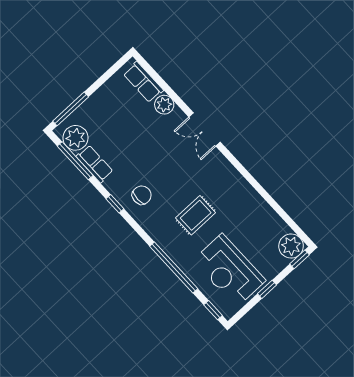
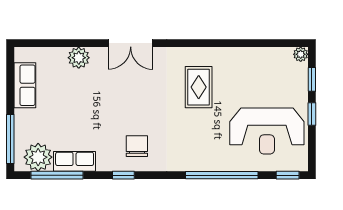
row of seats: (143, 82) -> (25, 85), moved, turned -90
rug: (196, 215) -> (199, 87), moved
plant: (291, 246) -> (301, 54), width x0.53, depth x0.53
window: (299, 259) -> (312, 79), moved

